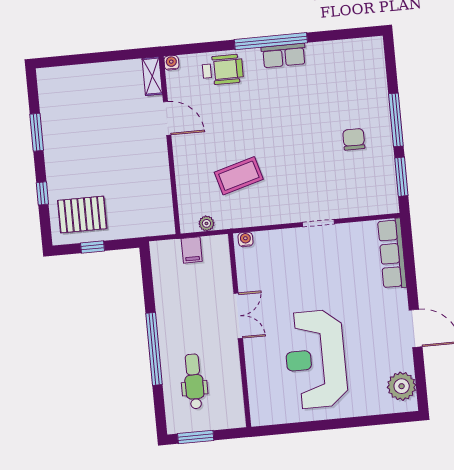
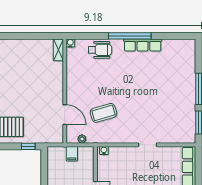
row of seats: (284, 55) -> (143, 45), width x1.48
door: (167, 118) -> (65, 115), moved
chair: (354, 139) -> (173, 98), removed
window: (92, 247) -> (28, 146), moved

